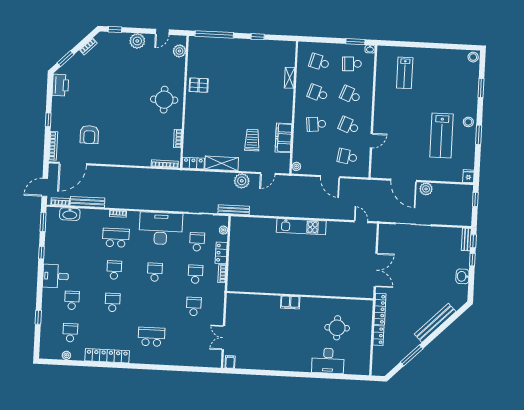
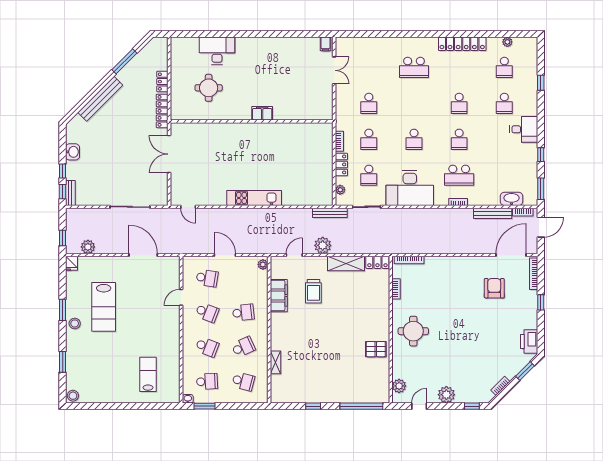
school desk: (318, 93) -> (243, 347), turned -42
lab bench: (441, 136) -> (104, 307), turned 180
plant: (426, 189) -> (88, 247), moved

